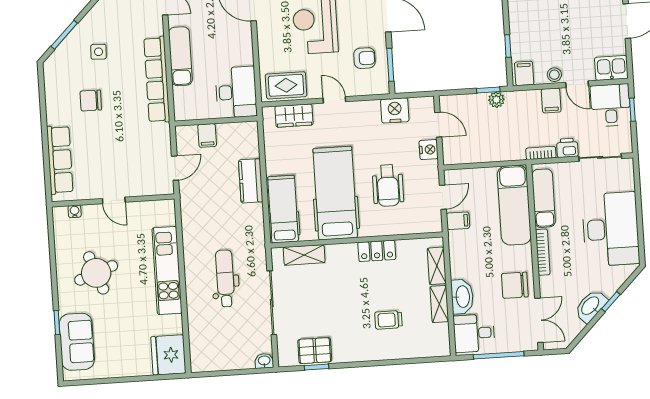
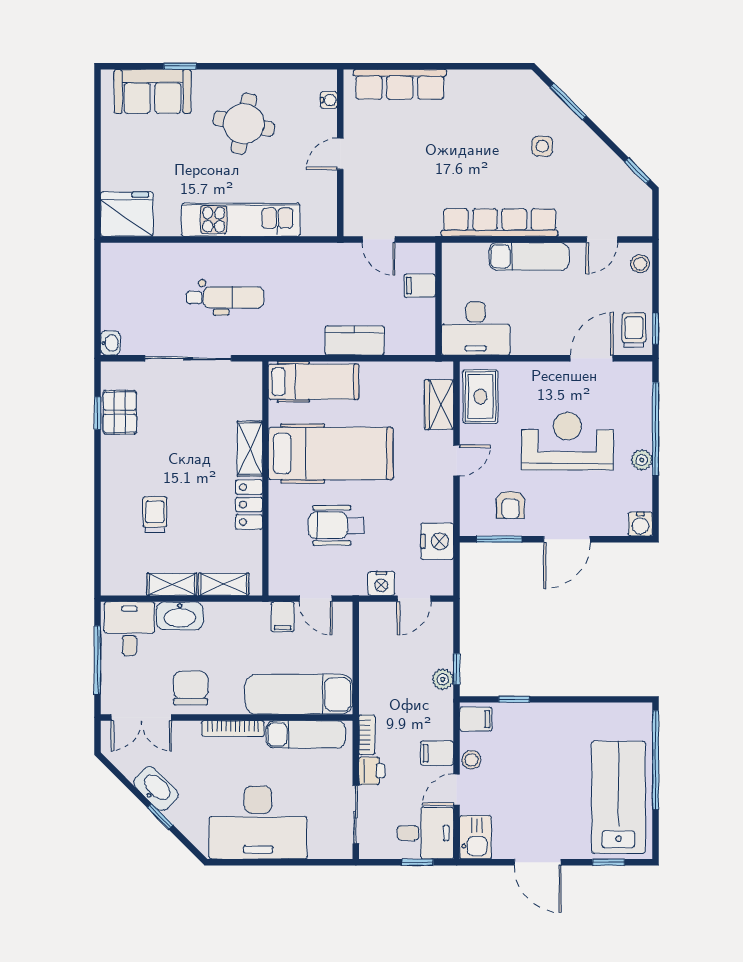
chair: (91, 101) -> (477, 131), removed
shelving: (304, 255) -> (250, 449), moved
round table: (96, 273) -> (244, 124), turned 32

